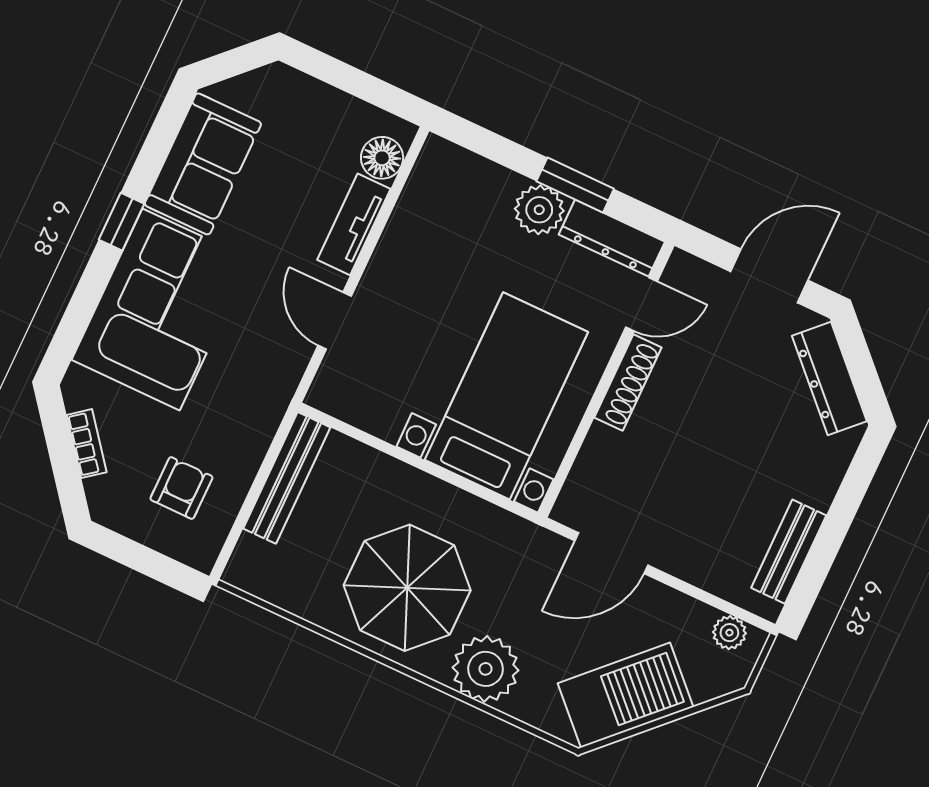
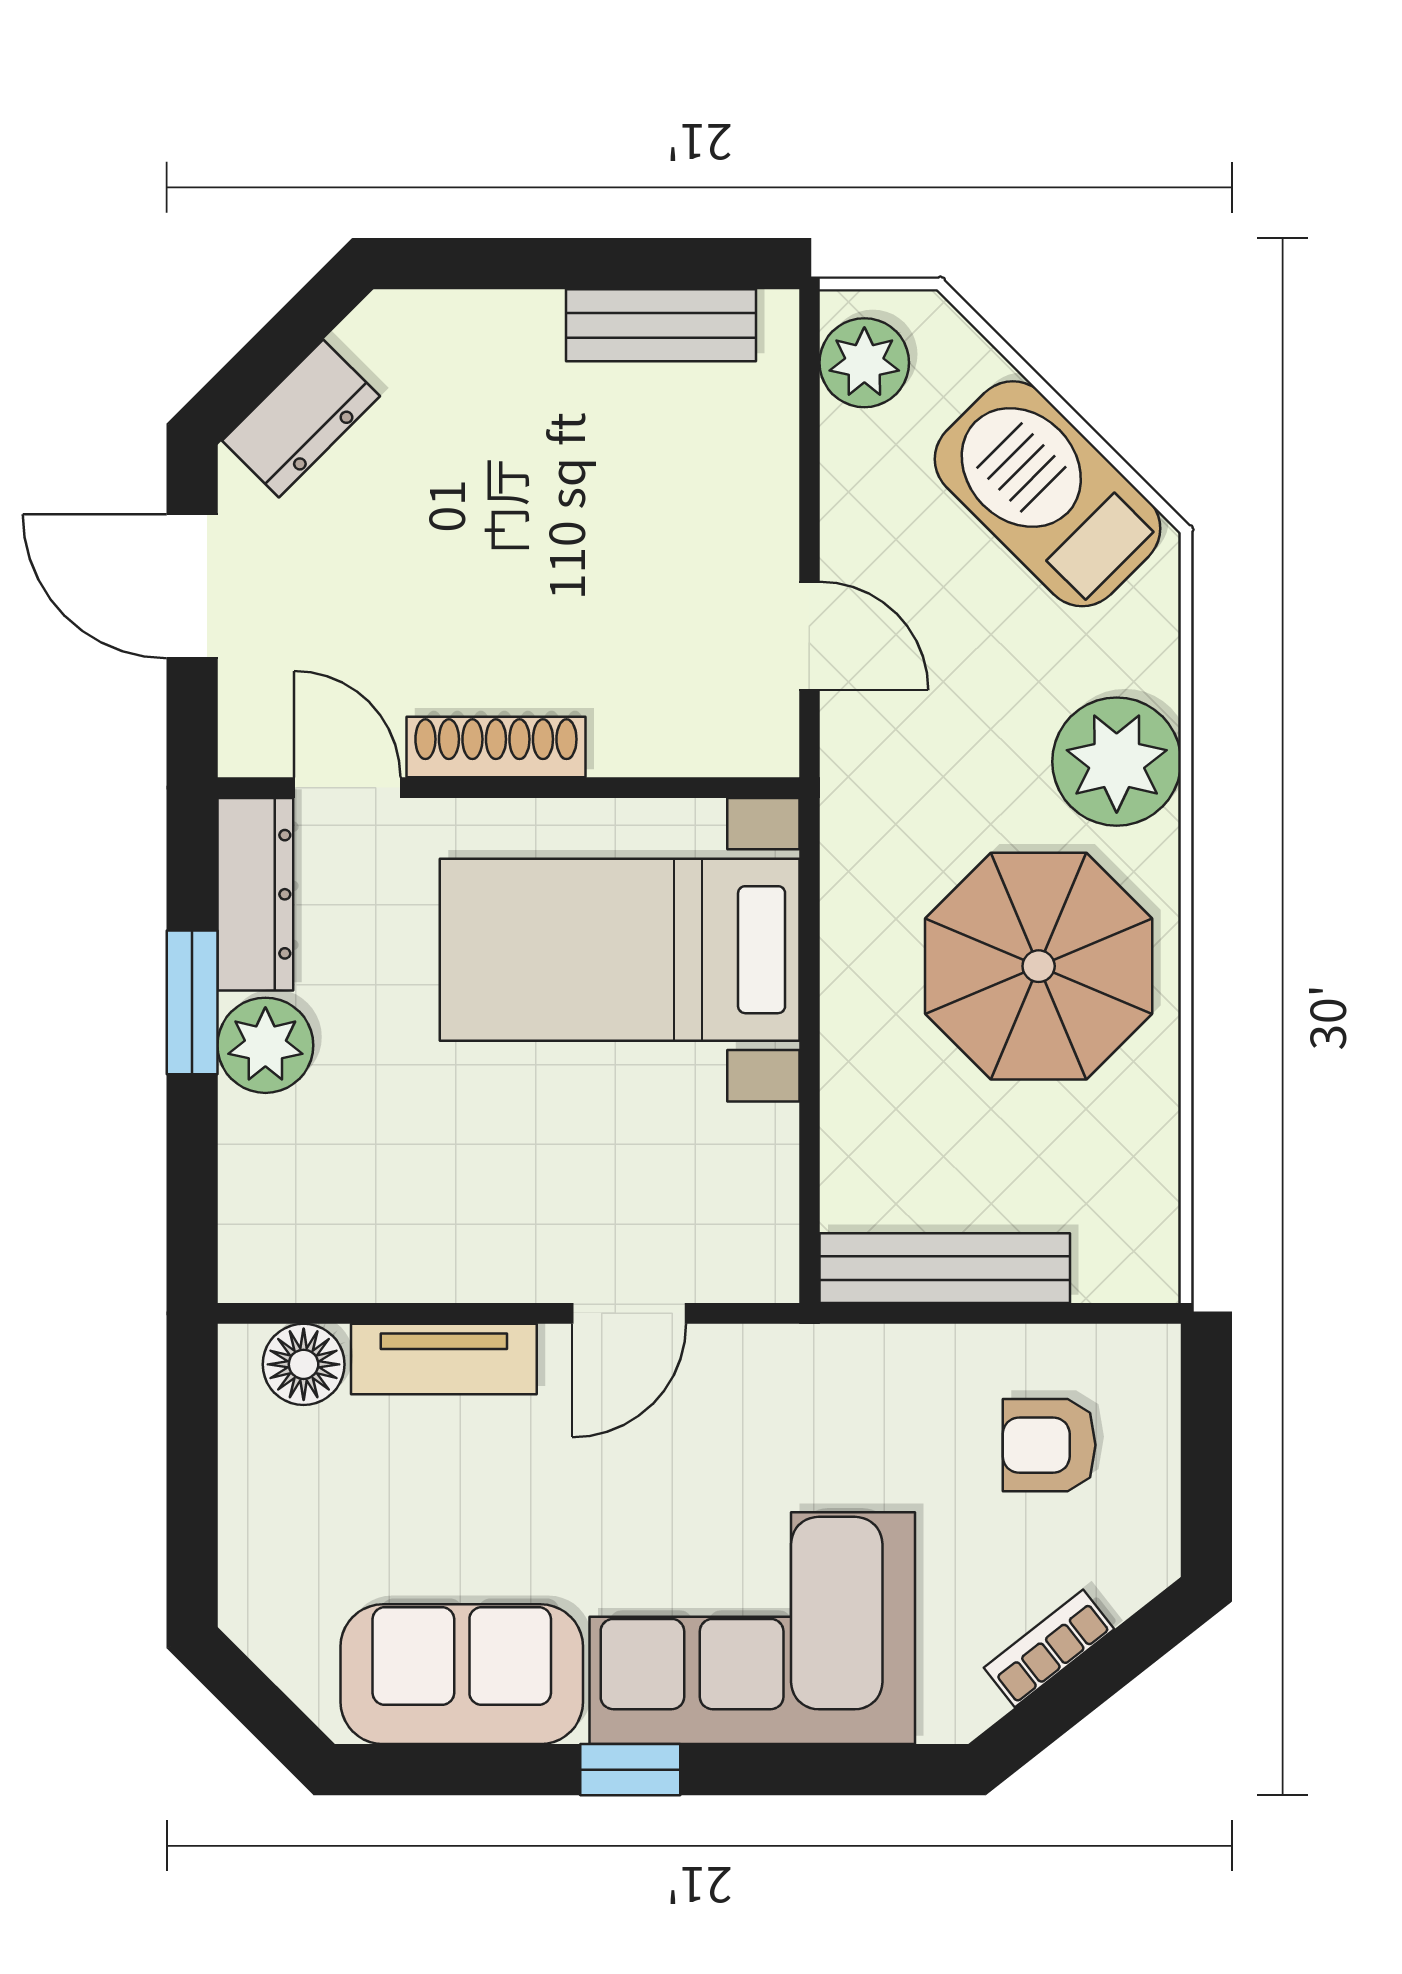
dresser: (829, 379) -> (301, 418), width x0.70
door: (611, 553) -> (809, 636), width x0.73
plant: (729, 633) -> (864, 363), width x1.38, depth x1.38

